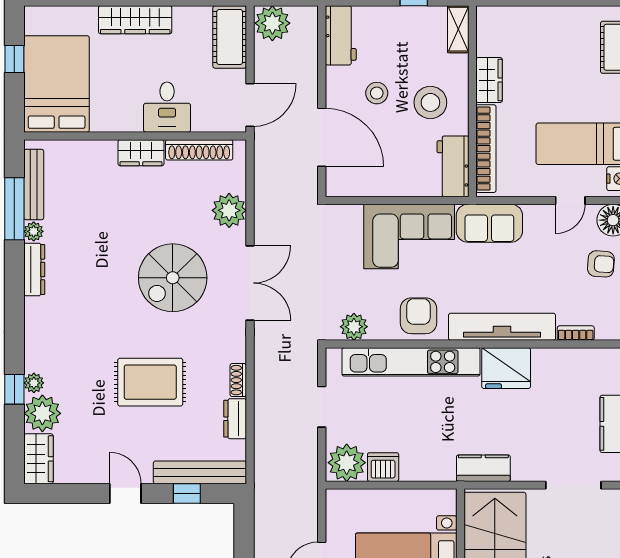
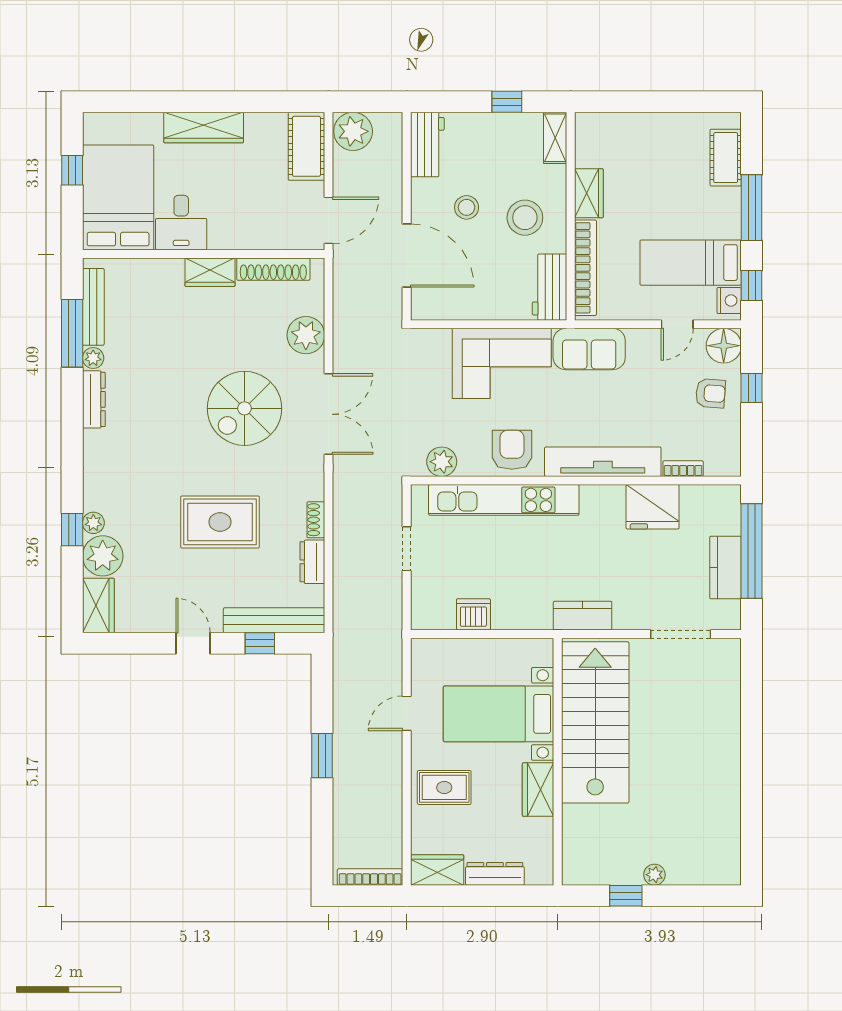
desk: (167, 107) -> (181, 223), moved
fridge: (506, 368) -> (653, 507), moved
plant: (347, 463) -> (434, 610), removed

